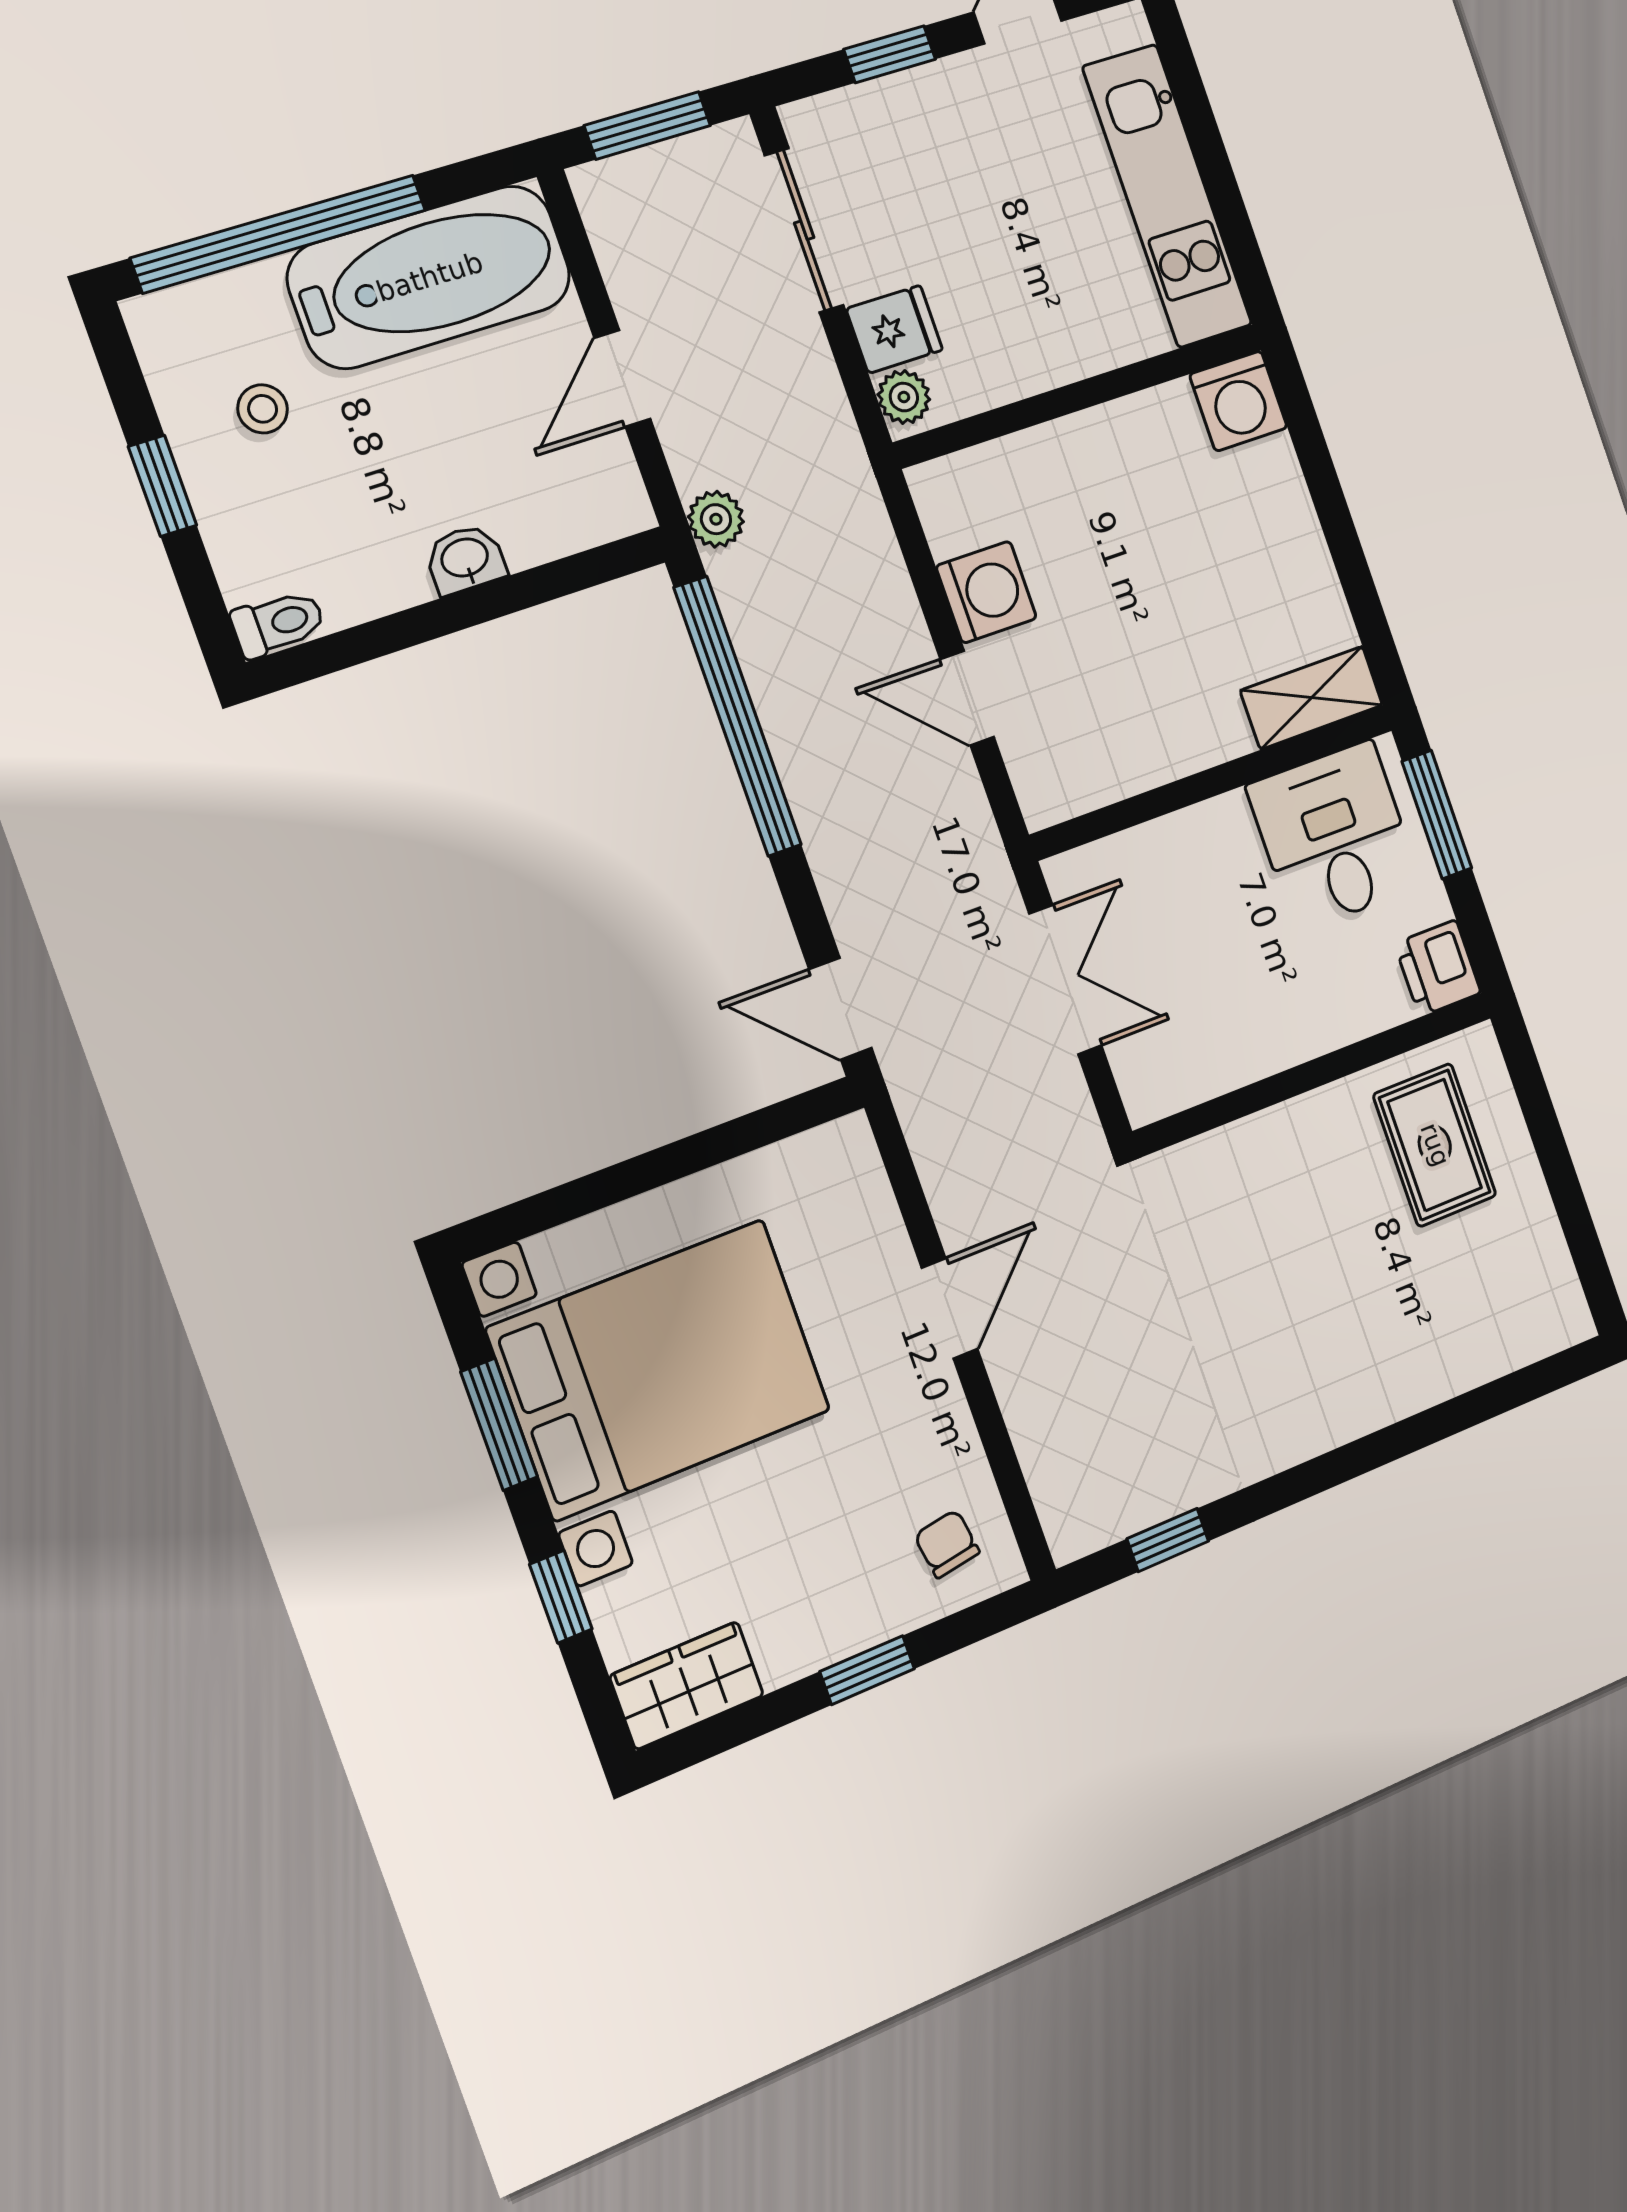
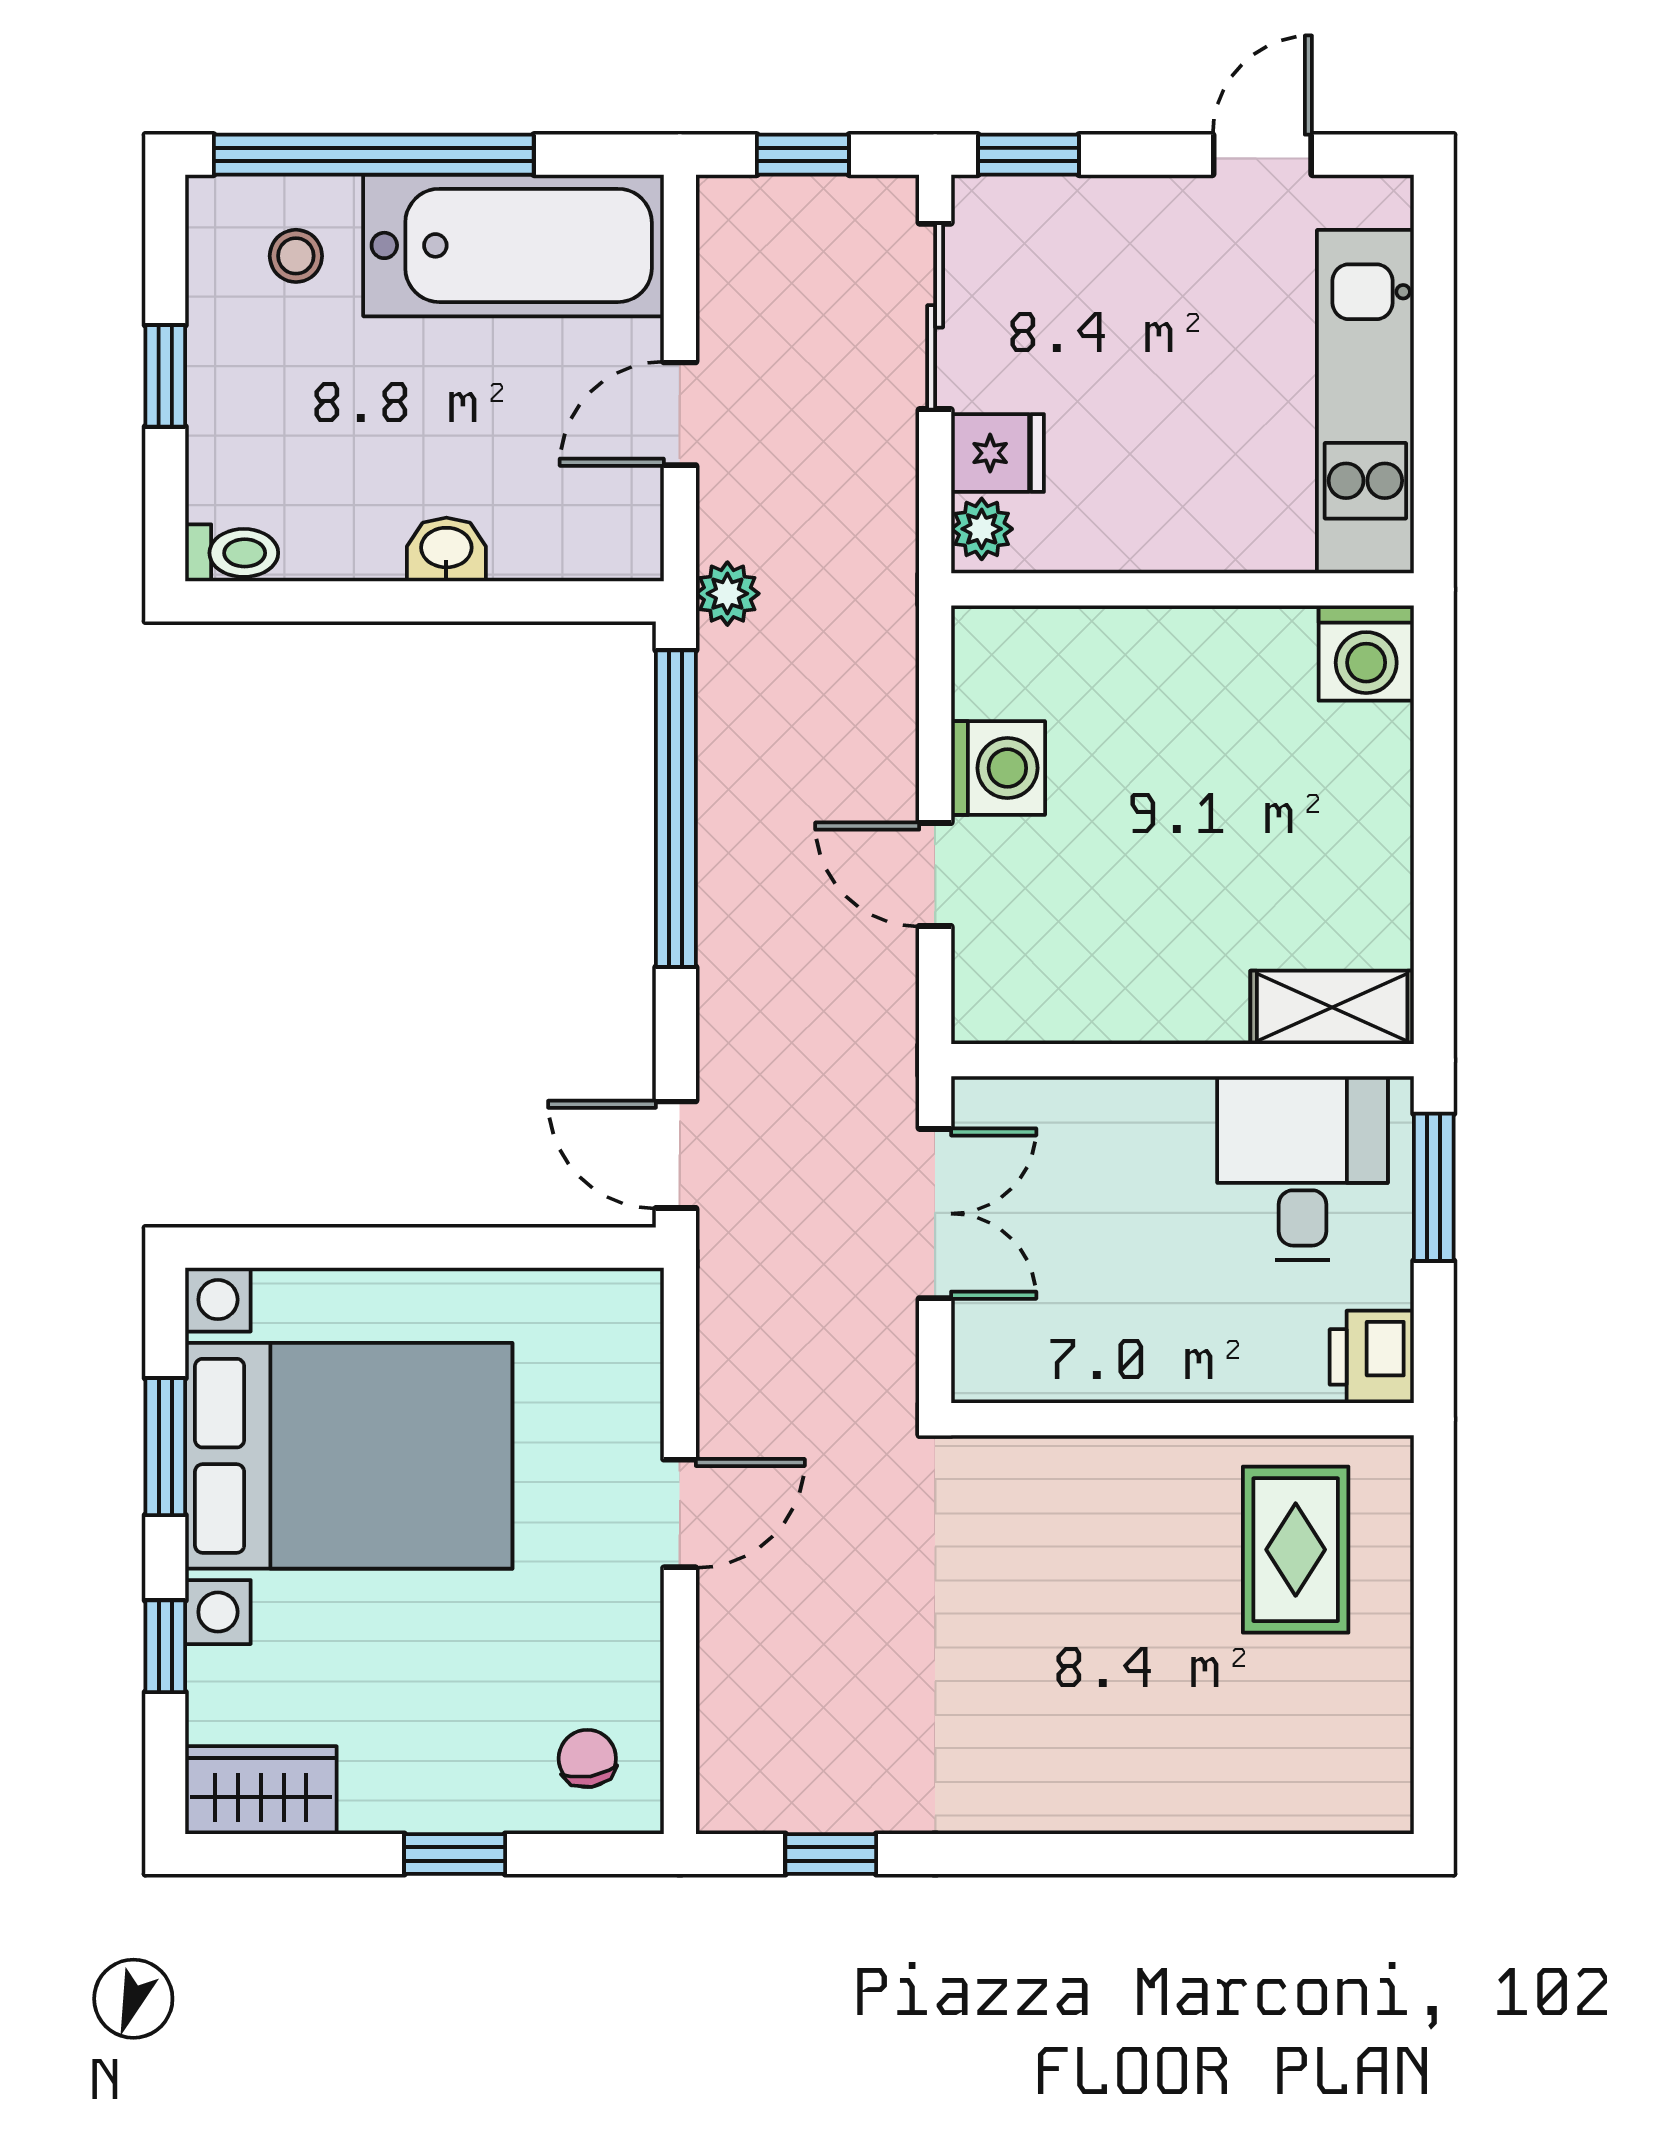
window: (890, 54) -> (1028, 155), moved
window: (647, 126) -> (803, 155), width x0.67
stool: (263, 409) -> (296, 256), moved

